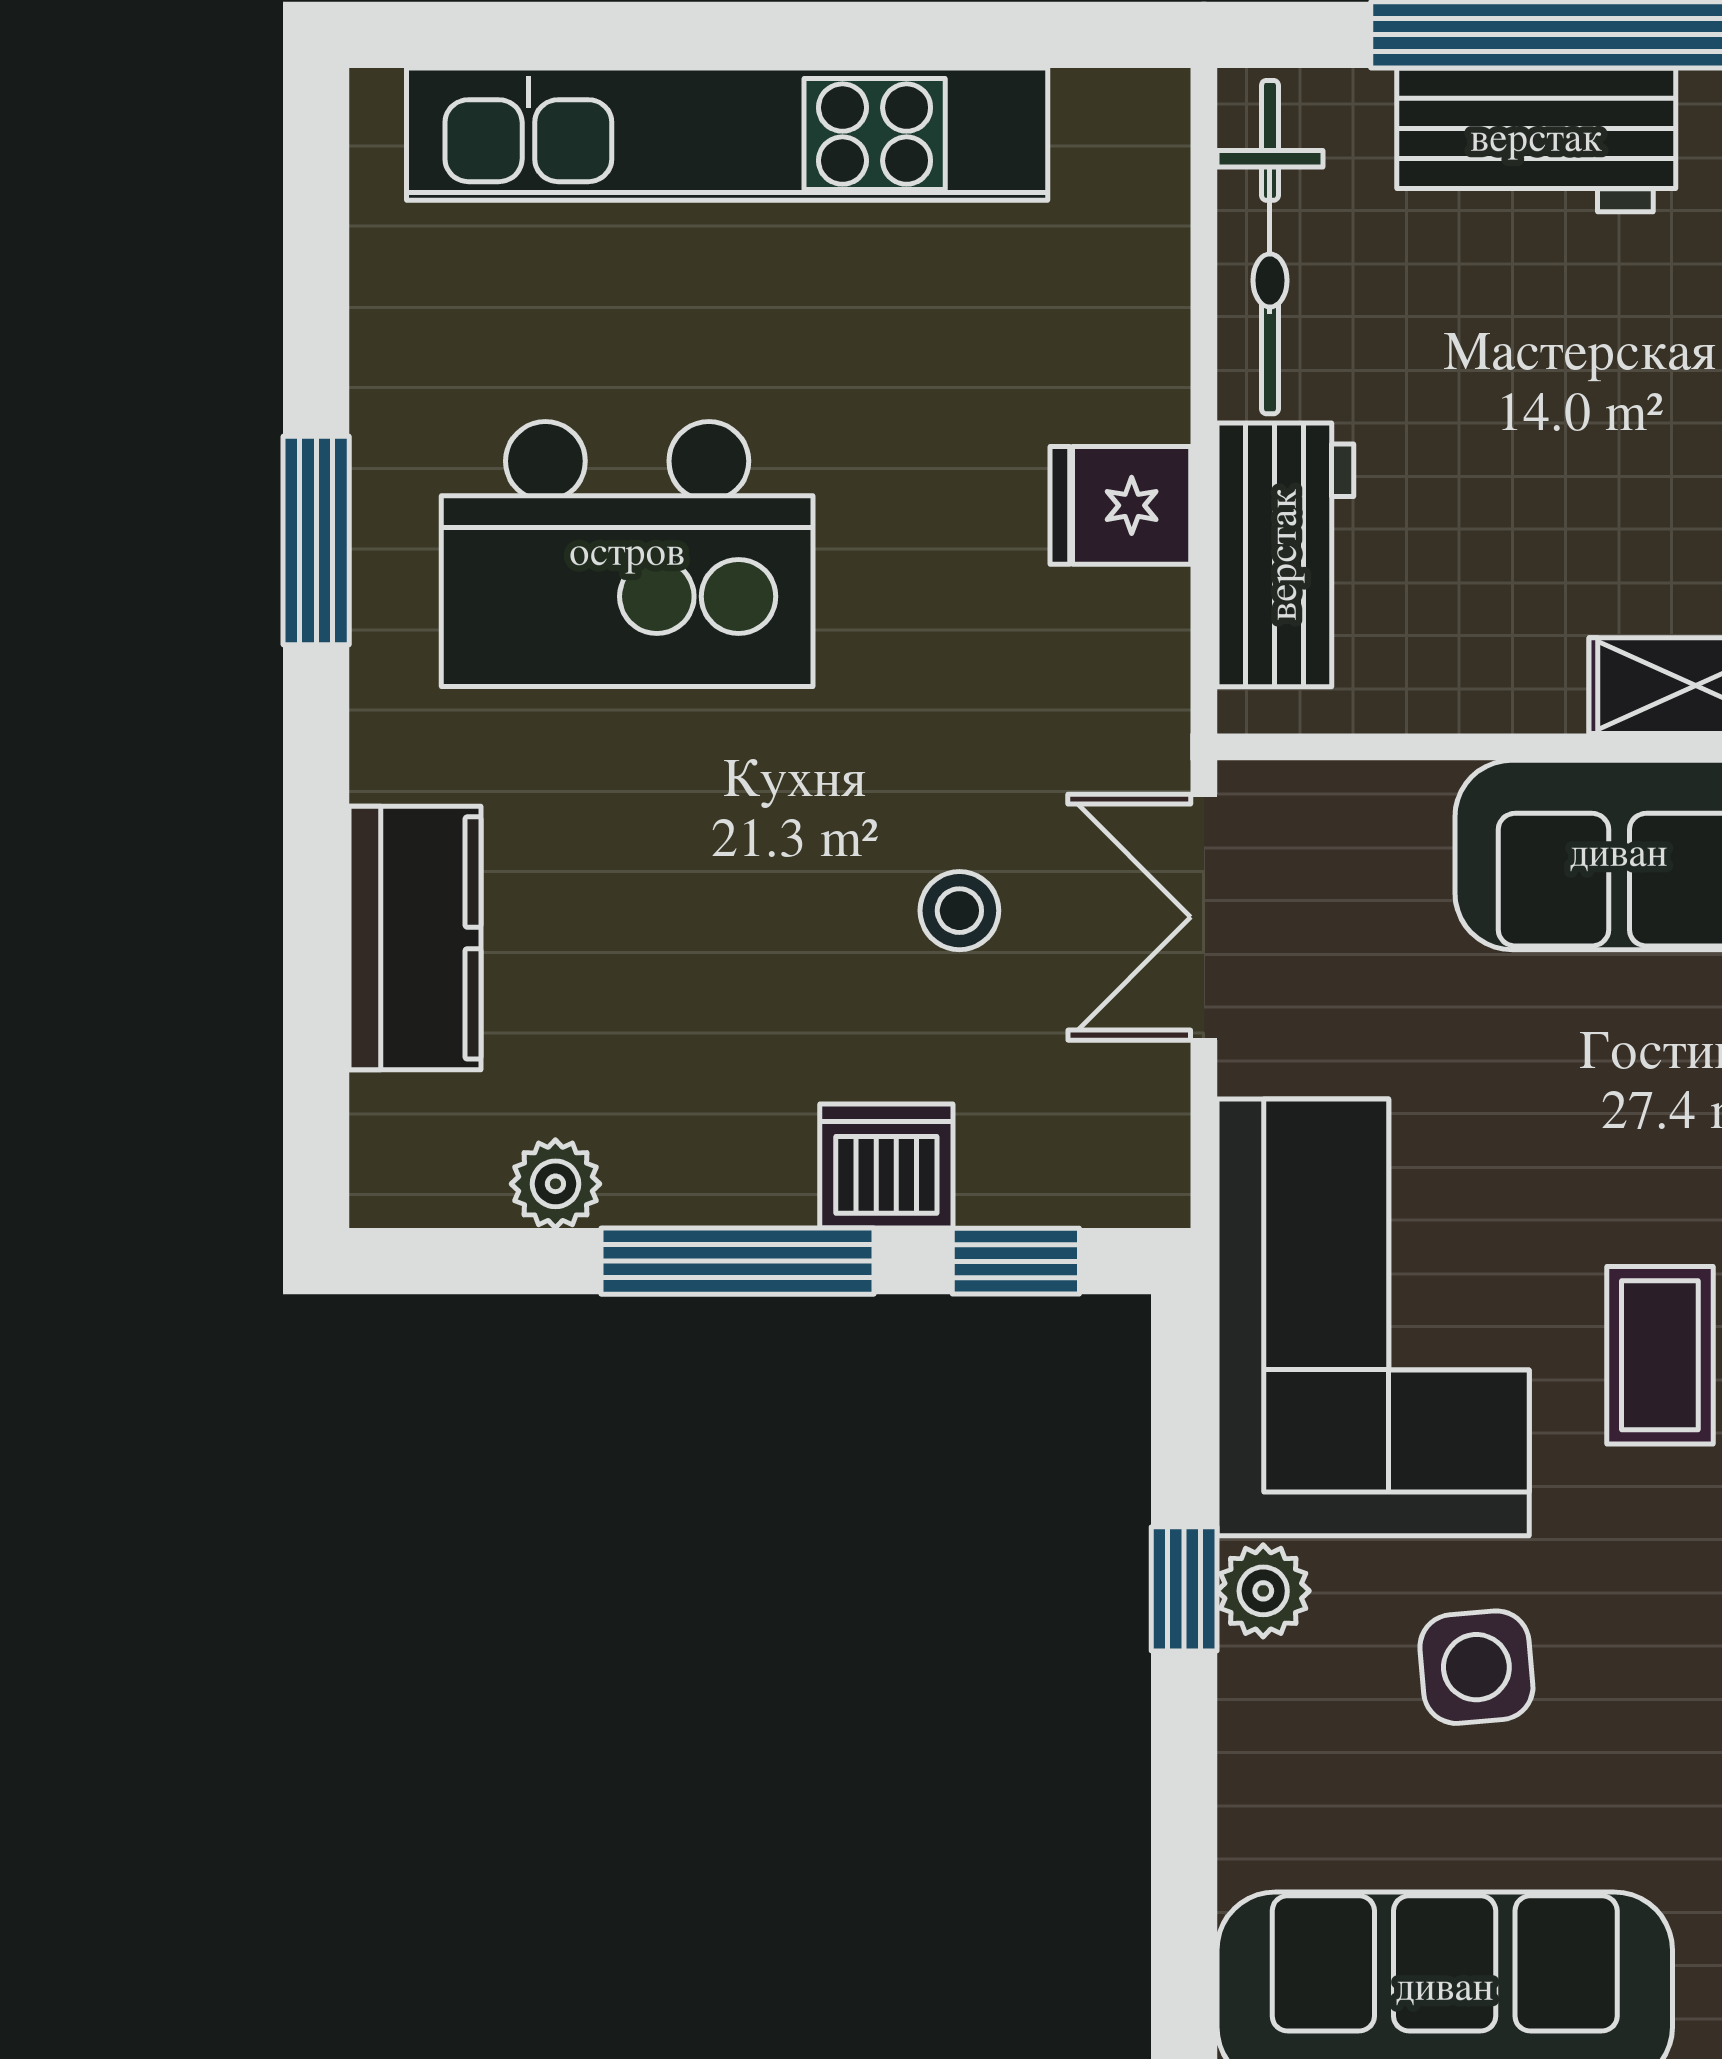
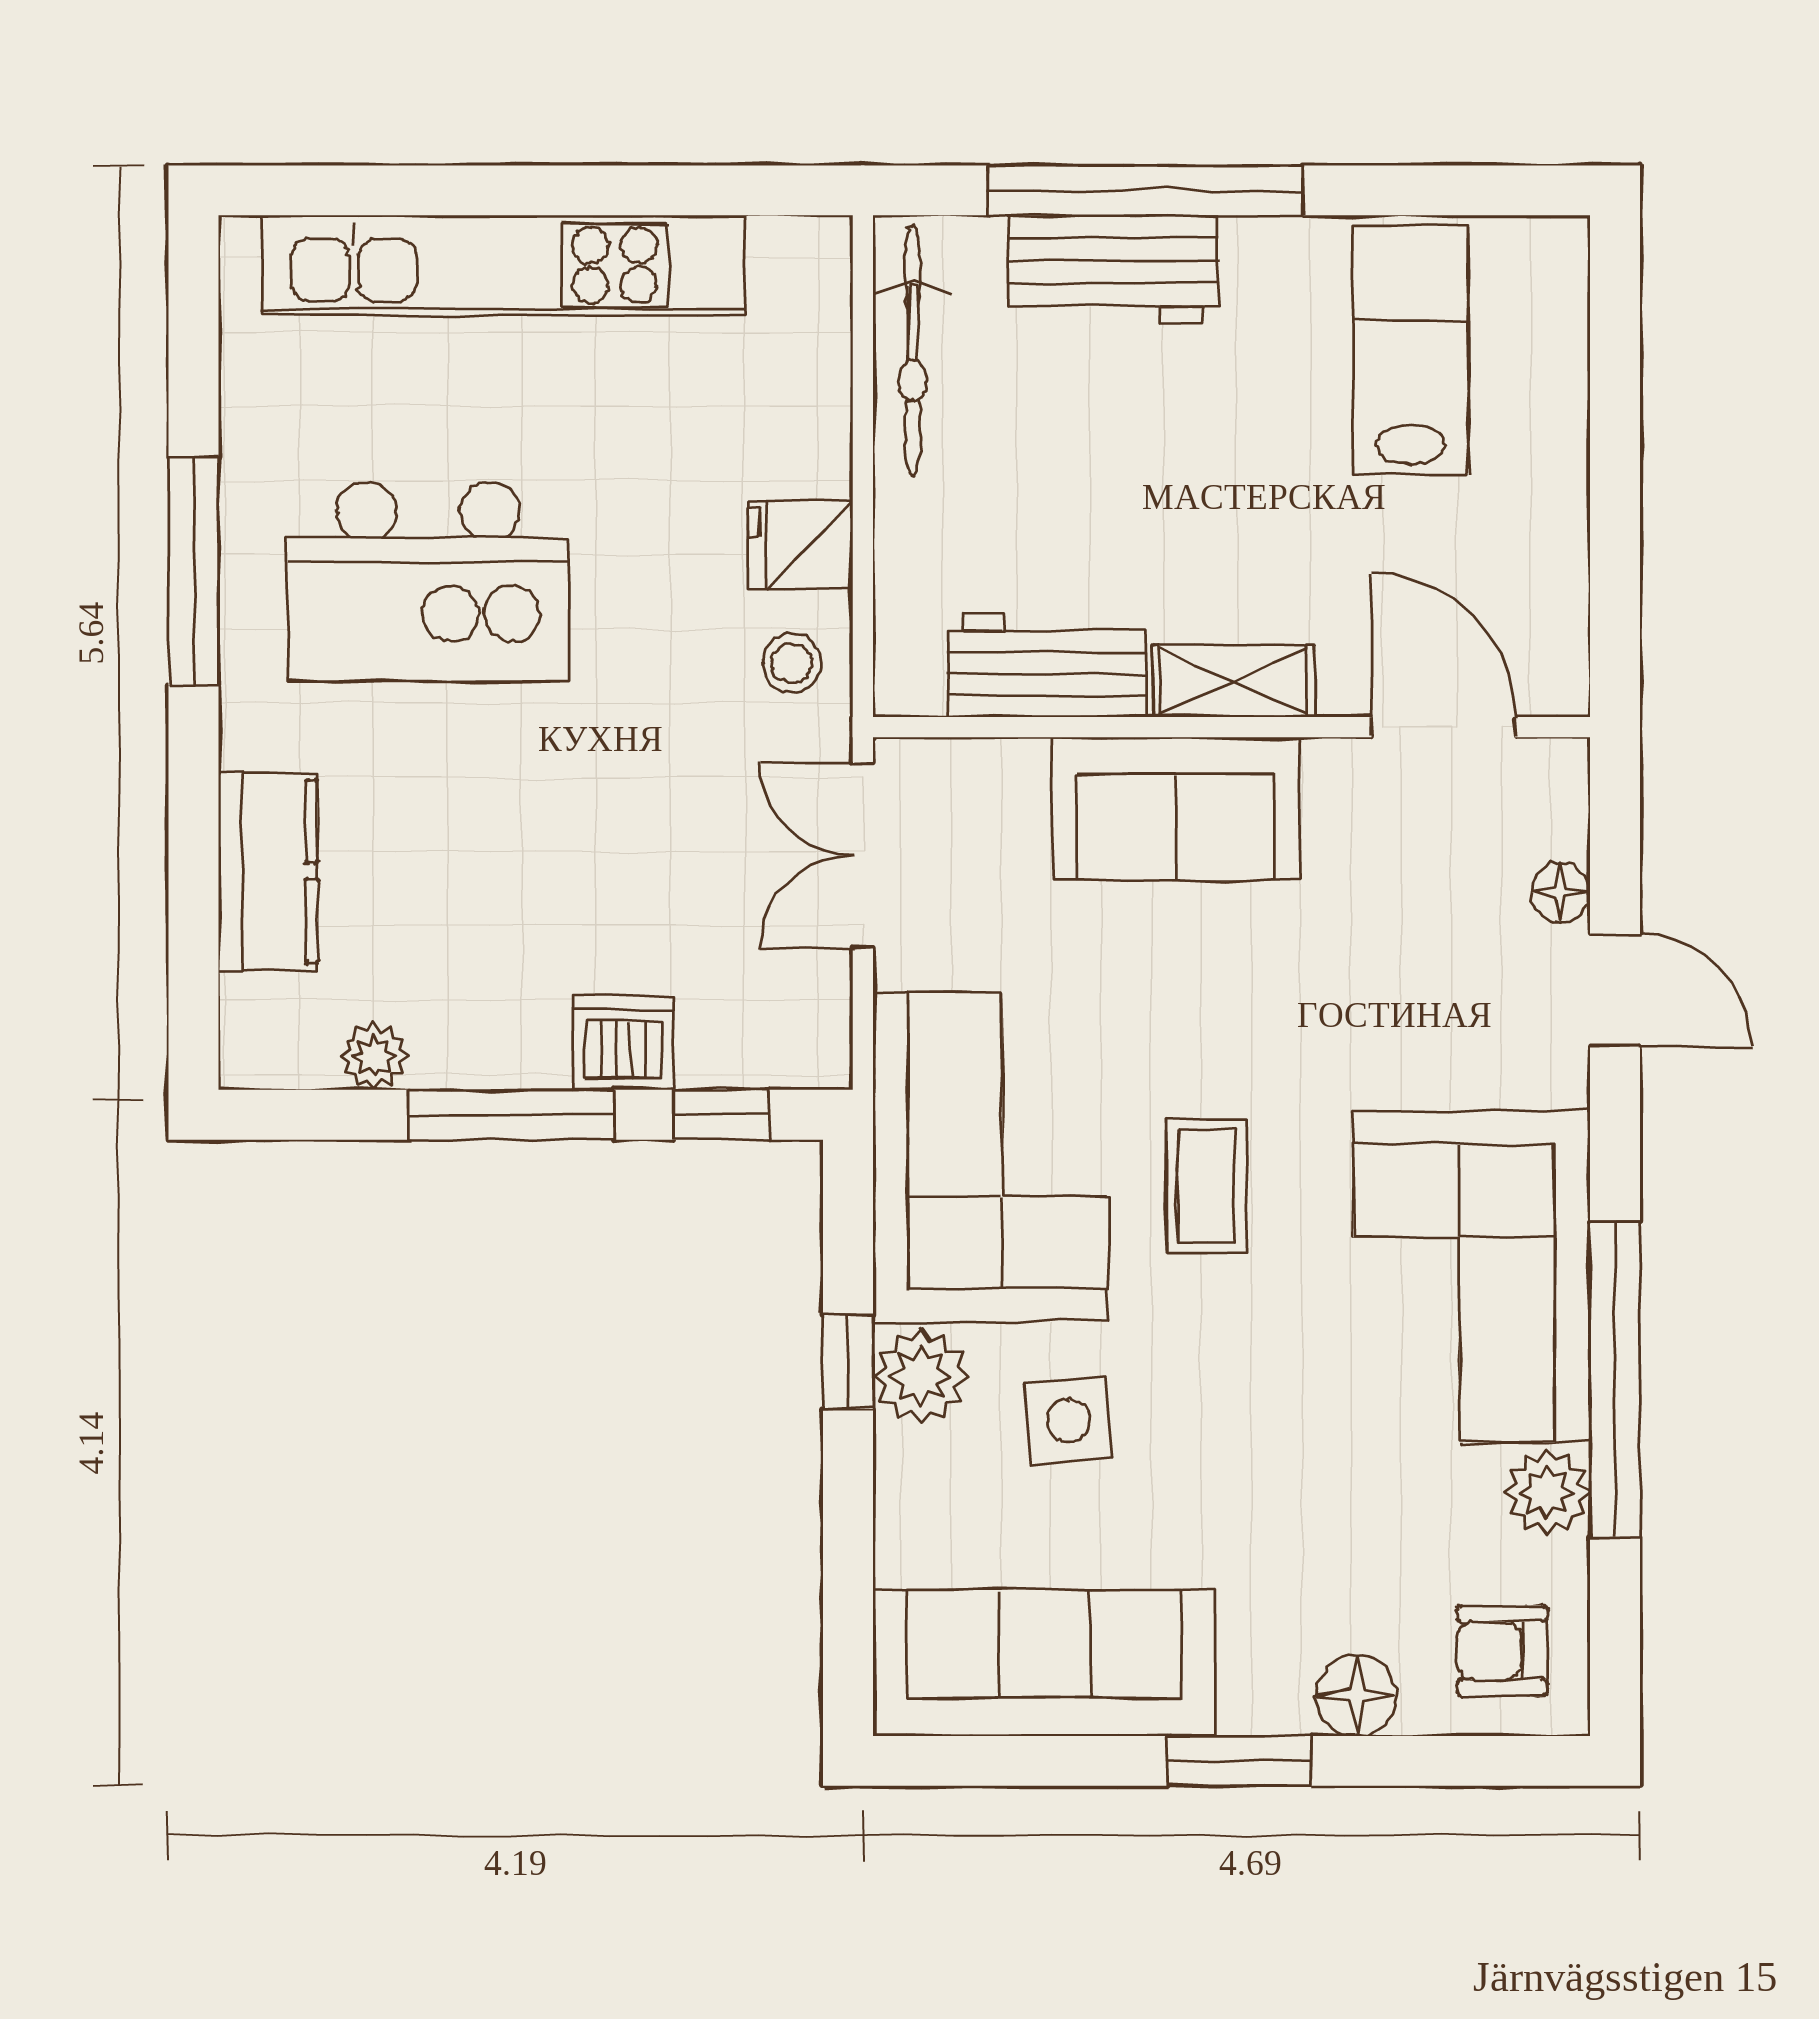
window: (316, 540) -> (194, 572), width x1.44
workbench: (1285, 555) -> (1047, 666), moved, turned -90
stool: (959, 911) -> (792, 663), moved
plant: (1263, 1591) -> (921, 1376), width x1.38, depth x1.38

